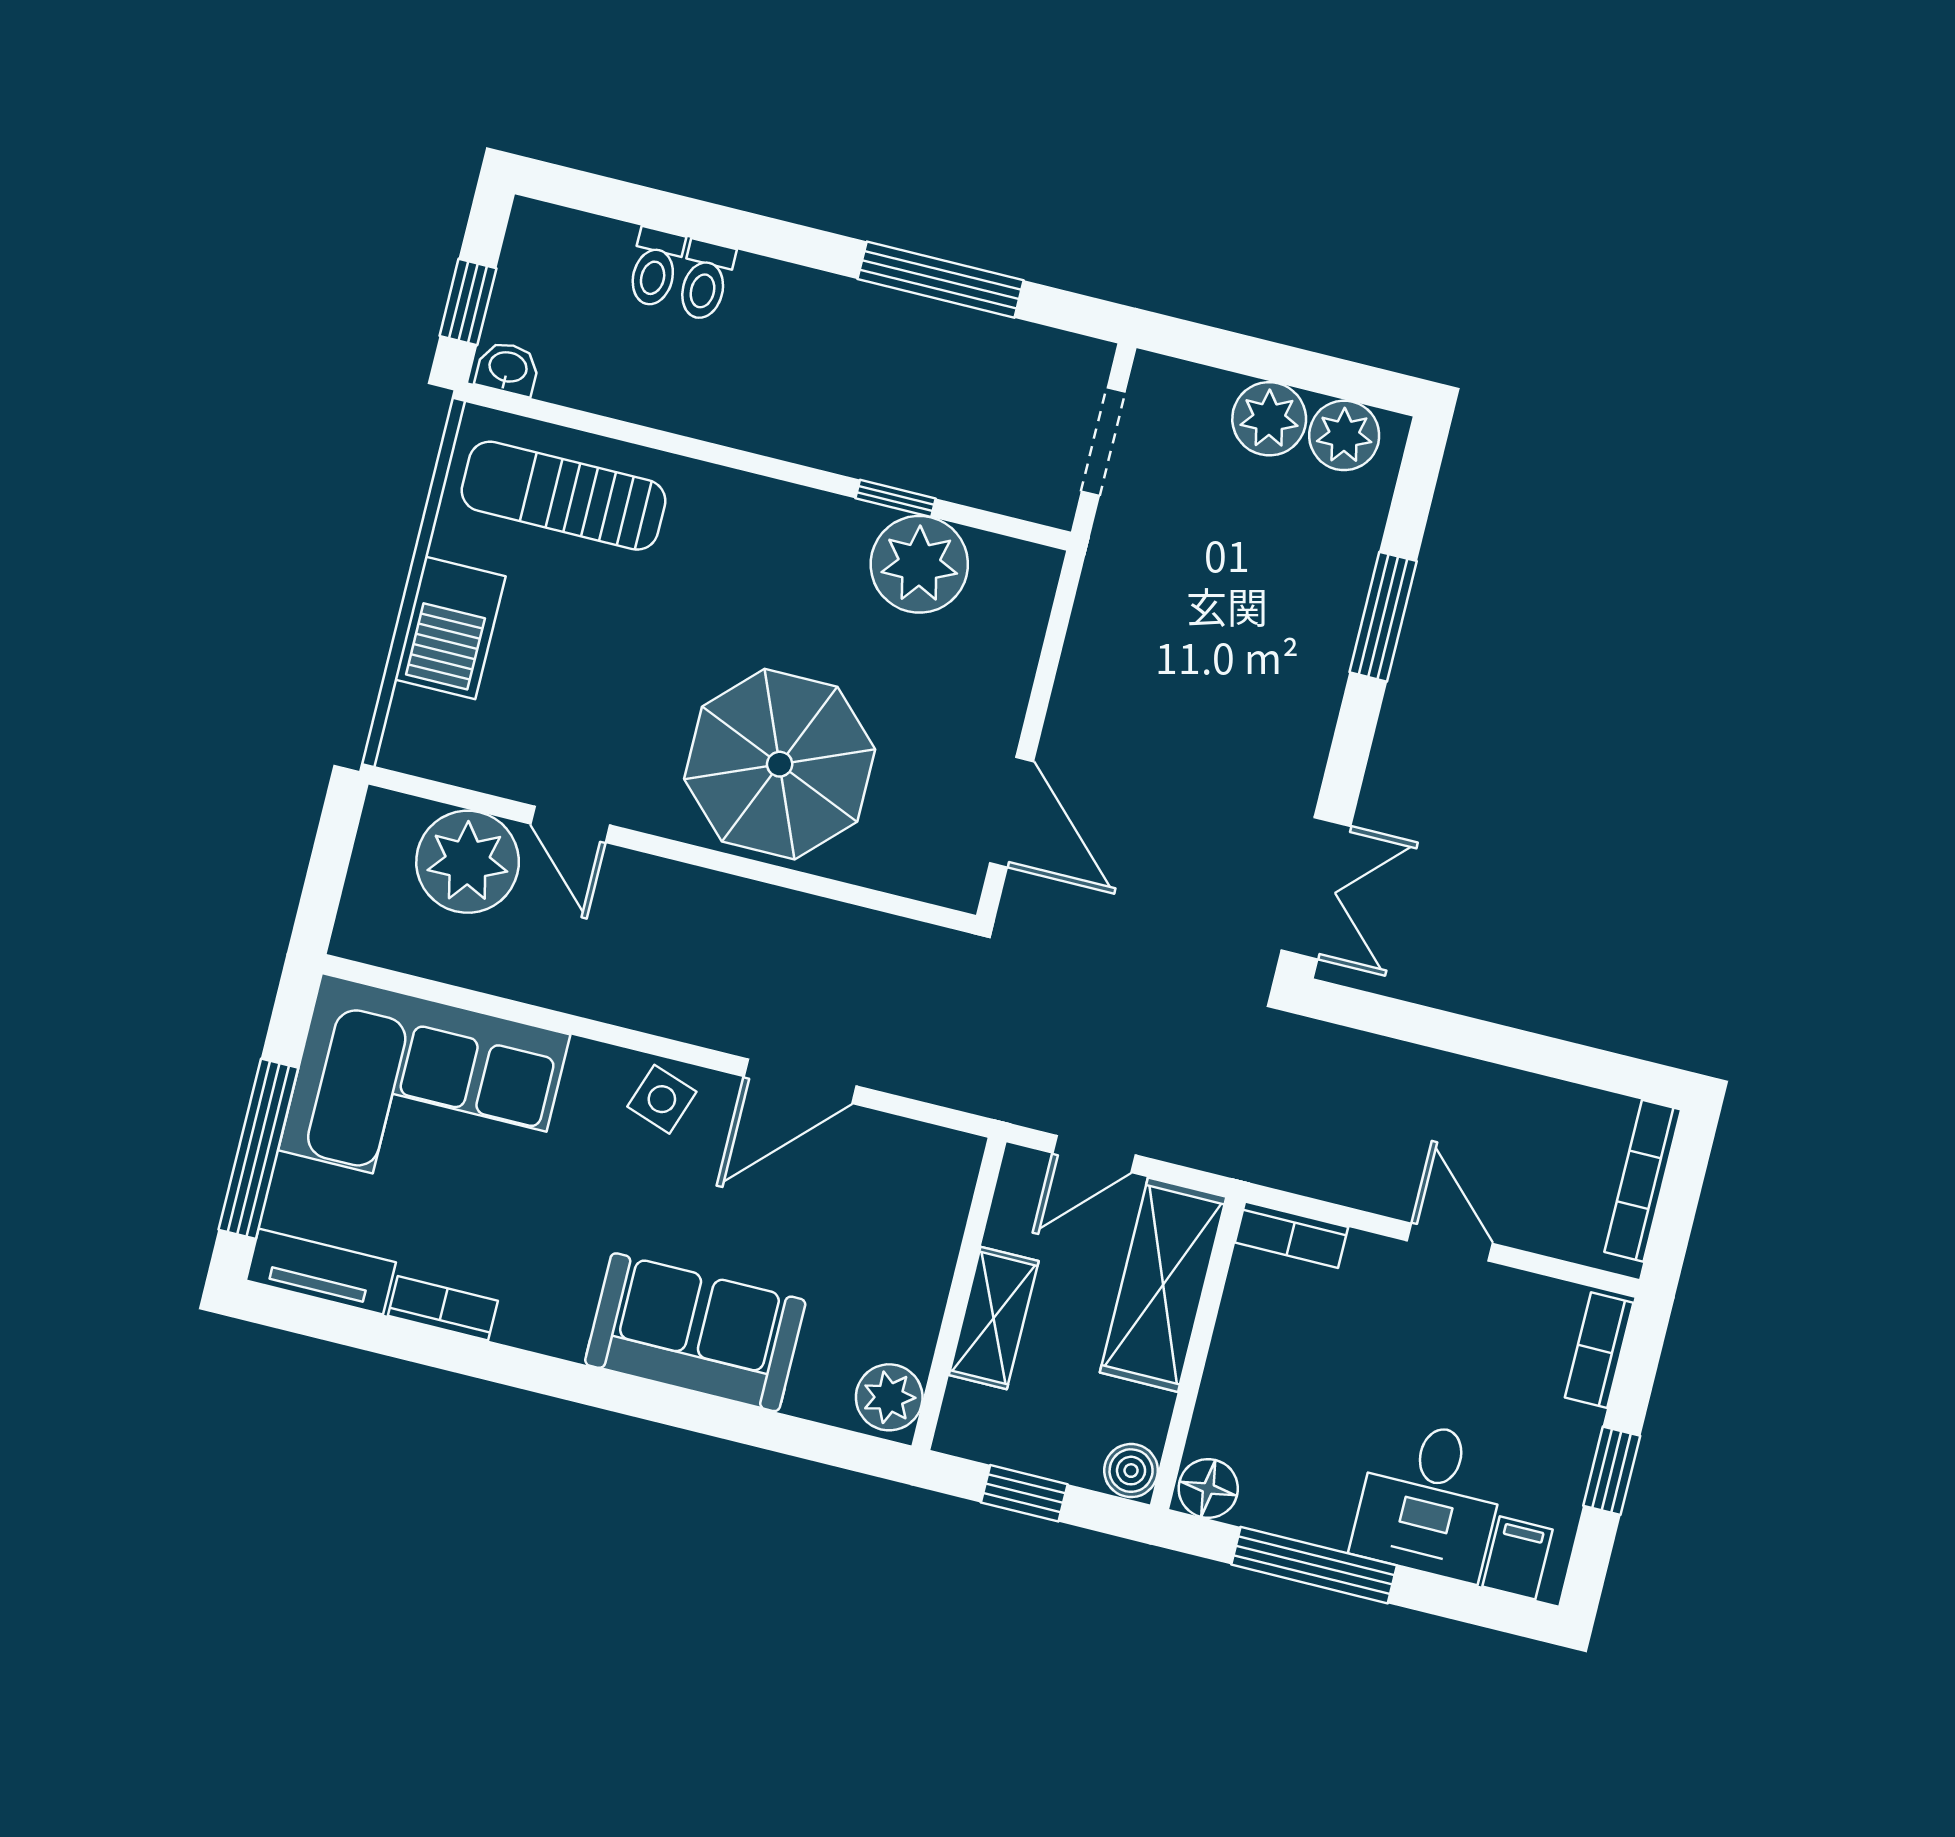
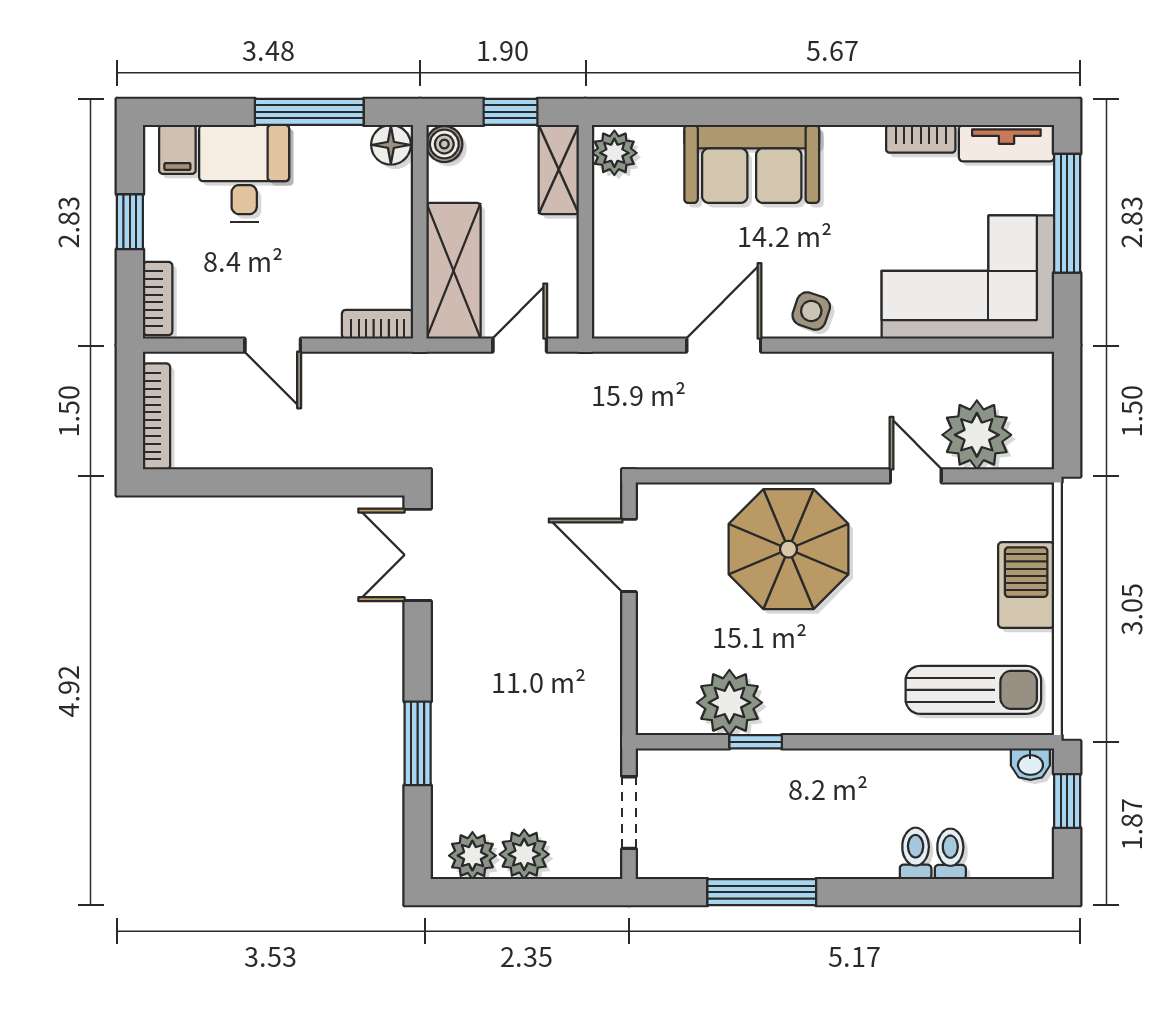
shelving: (994, 1318) -> (559, 170), moved

